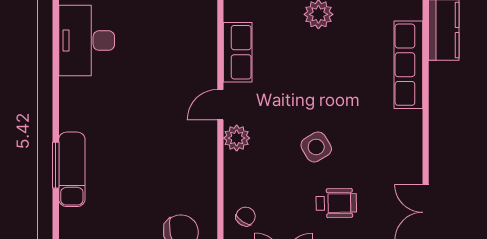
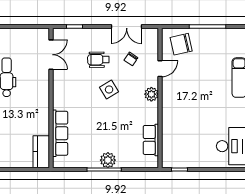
door: (220, 105) -> (160, 69), moved
chair: (246, 216) -> (131, 59), moved

